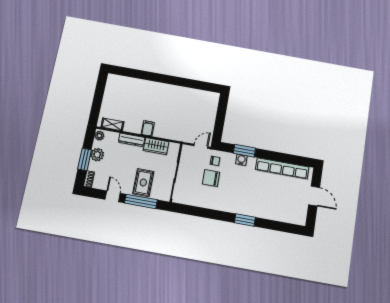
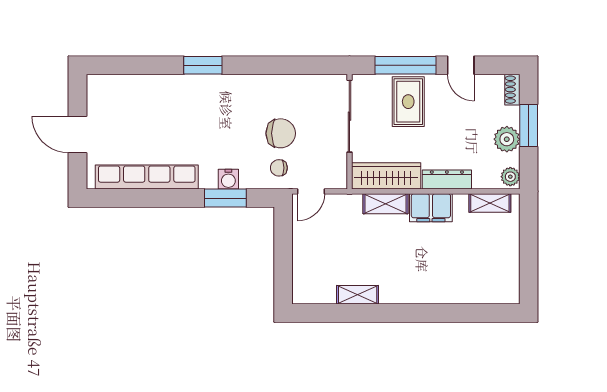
shelving: (187, 92) -> (358, 295), added
filing cabinet: (148, 128) -> (431, 208), width x2.00
shelving: (165, 133) -> (385, 204), added
wardrobe: (156, 146) -> (386, 176), width x1.50

